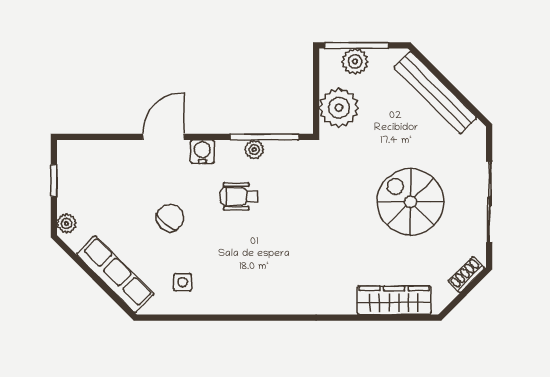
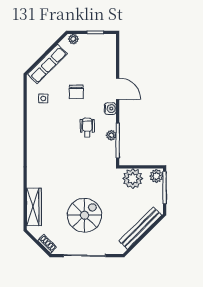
plant: (355, 61) -> (156, 176), moved
chair: (170, 218) -> (76, 92), turned 50

